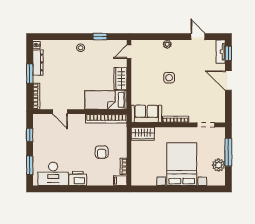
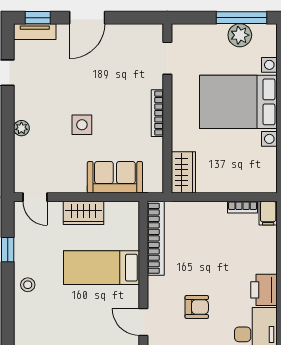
bed: (106, 100) -> (101, 268), moved, turned 90
door: (60, 112) -> (143, 322), swing flipped
sofa: (146, 114) -> (115, 177), moved, turned 90
armchair: (102, 152) -> (197, 307), moved
window: (228, 152) -> (241, 18), moved

